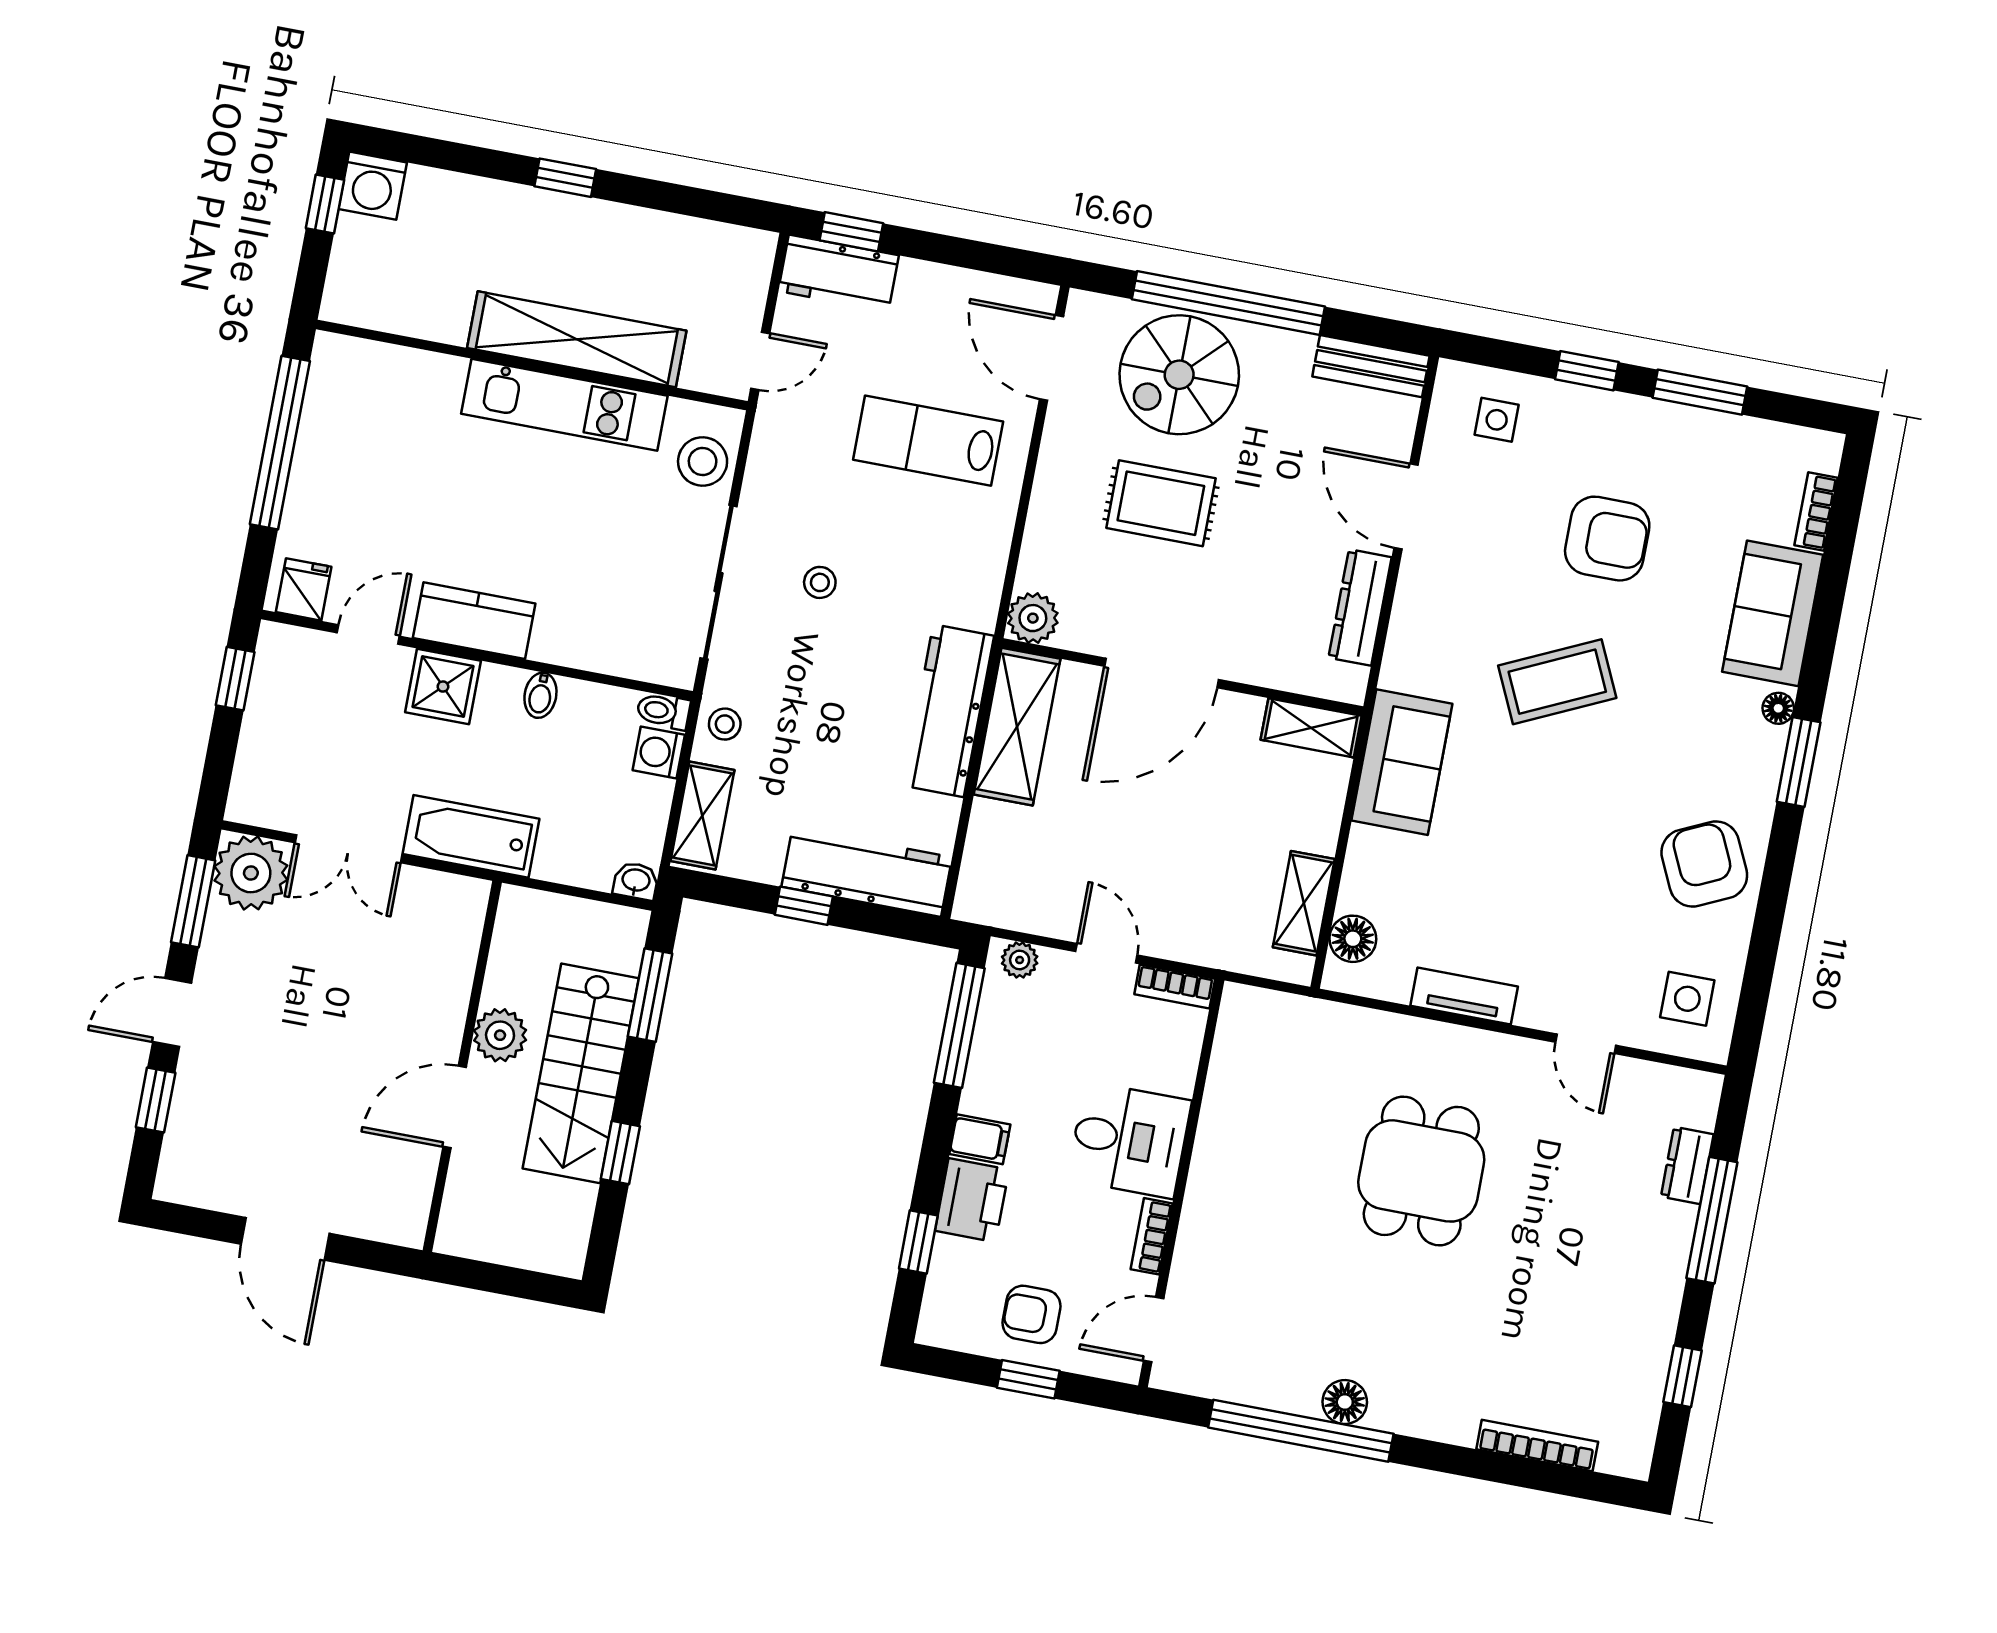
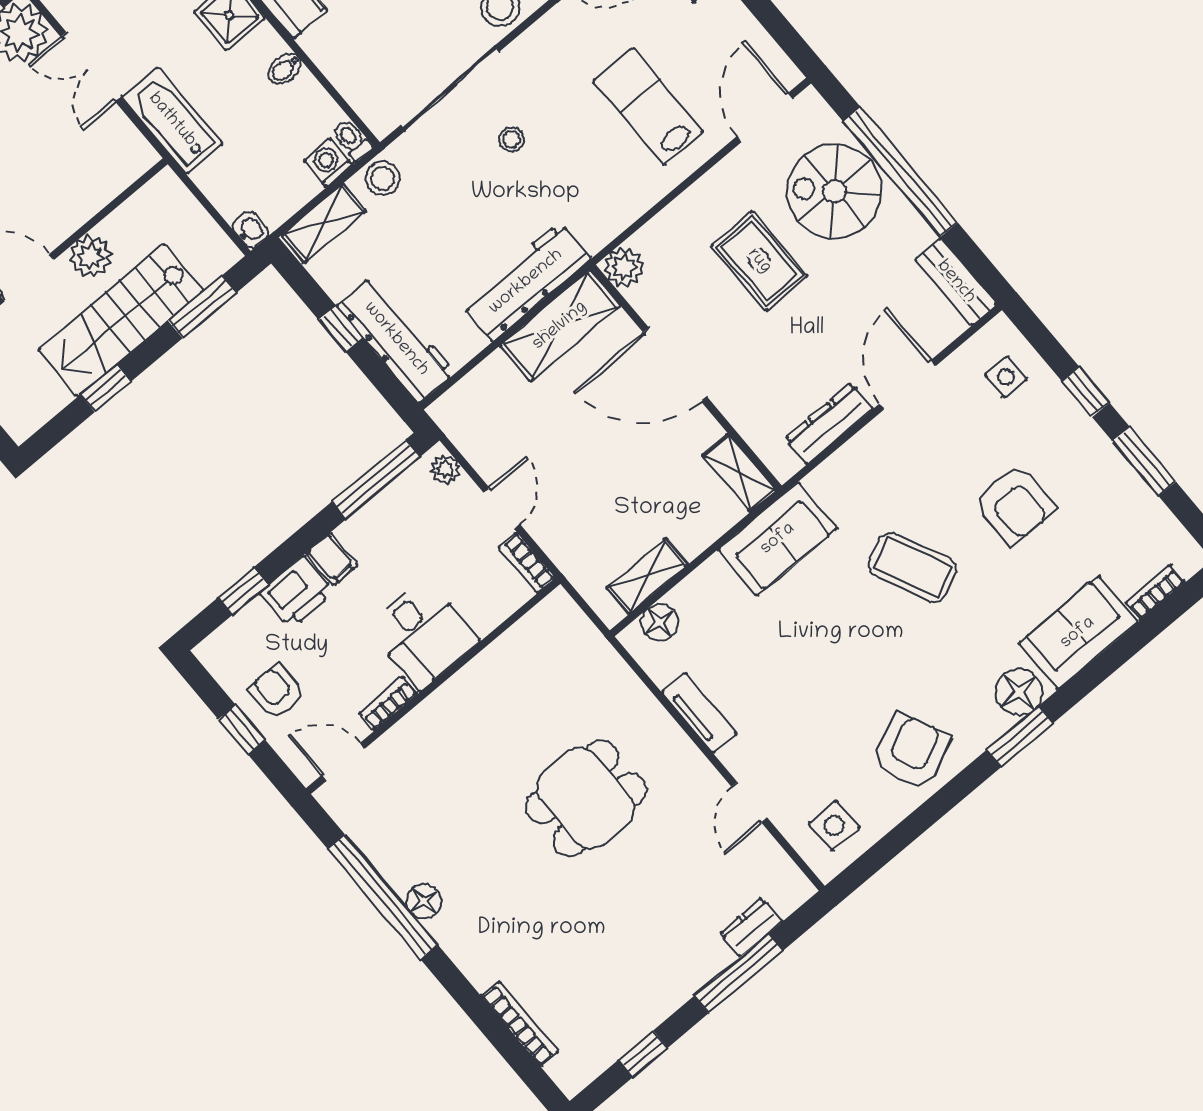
floor lamp: (1778, 708) -> (1019, 692), width x1.89, depth x1.89
stool: (725, 724) -> (383, 178), width x1.37, depth x1.37

